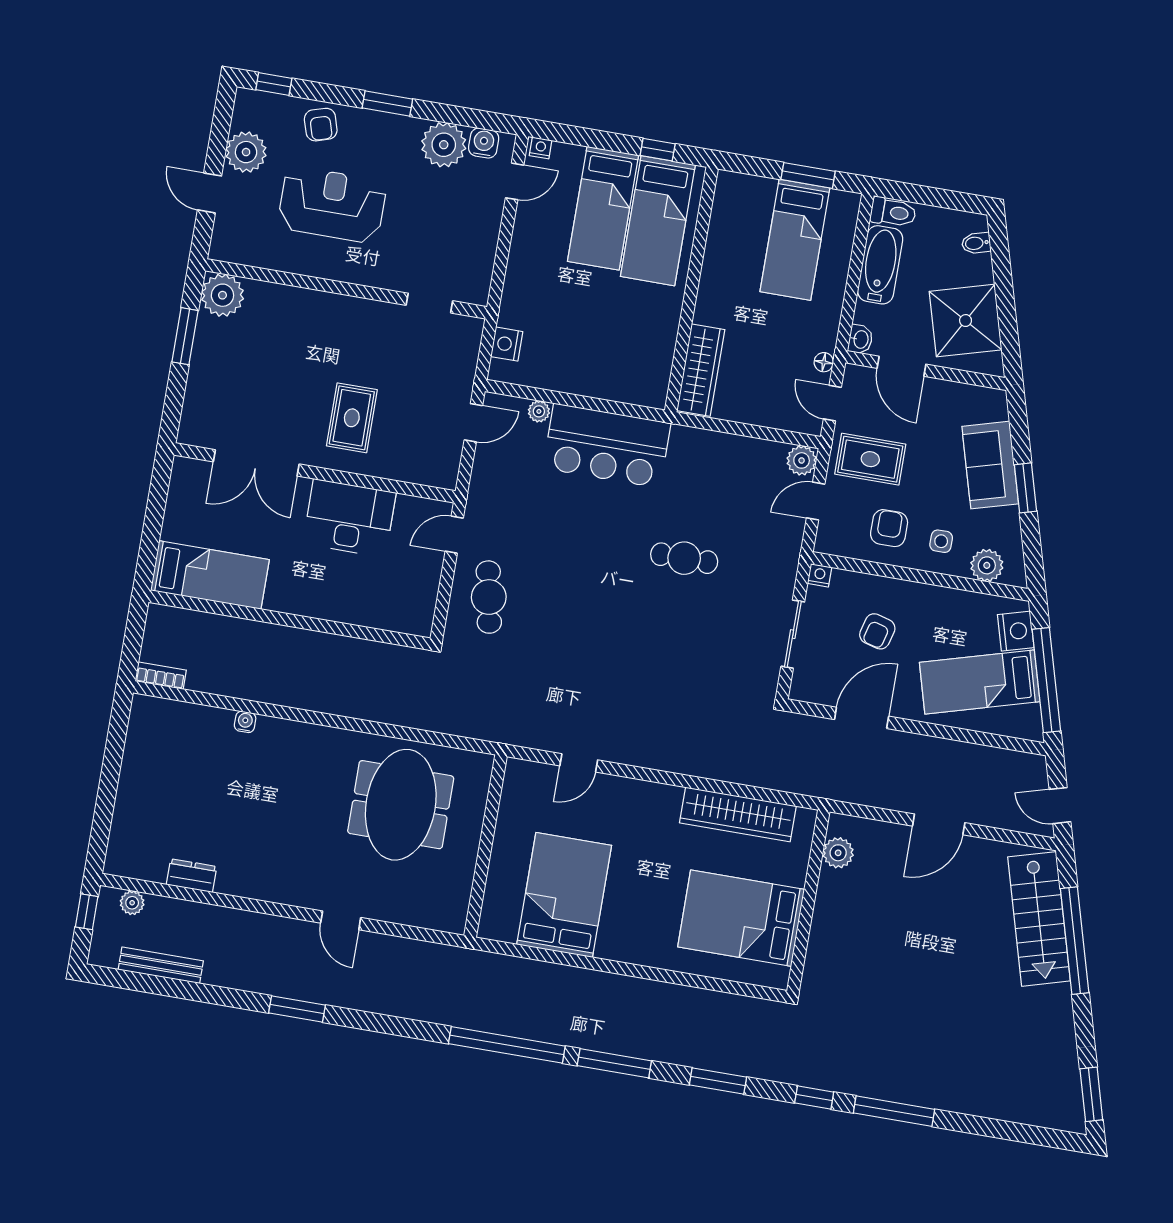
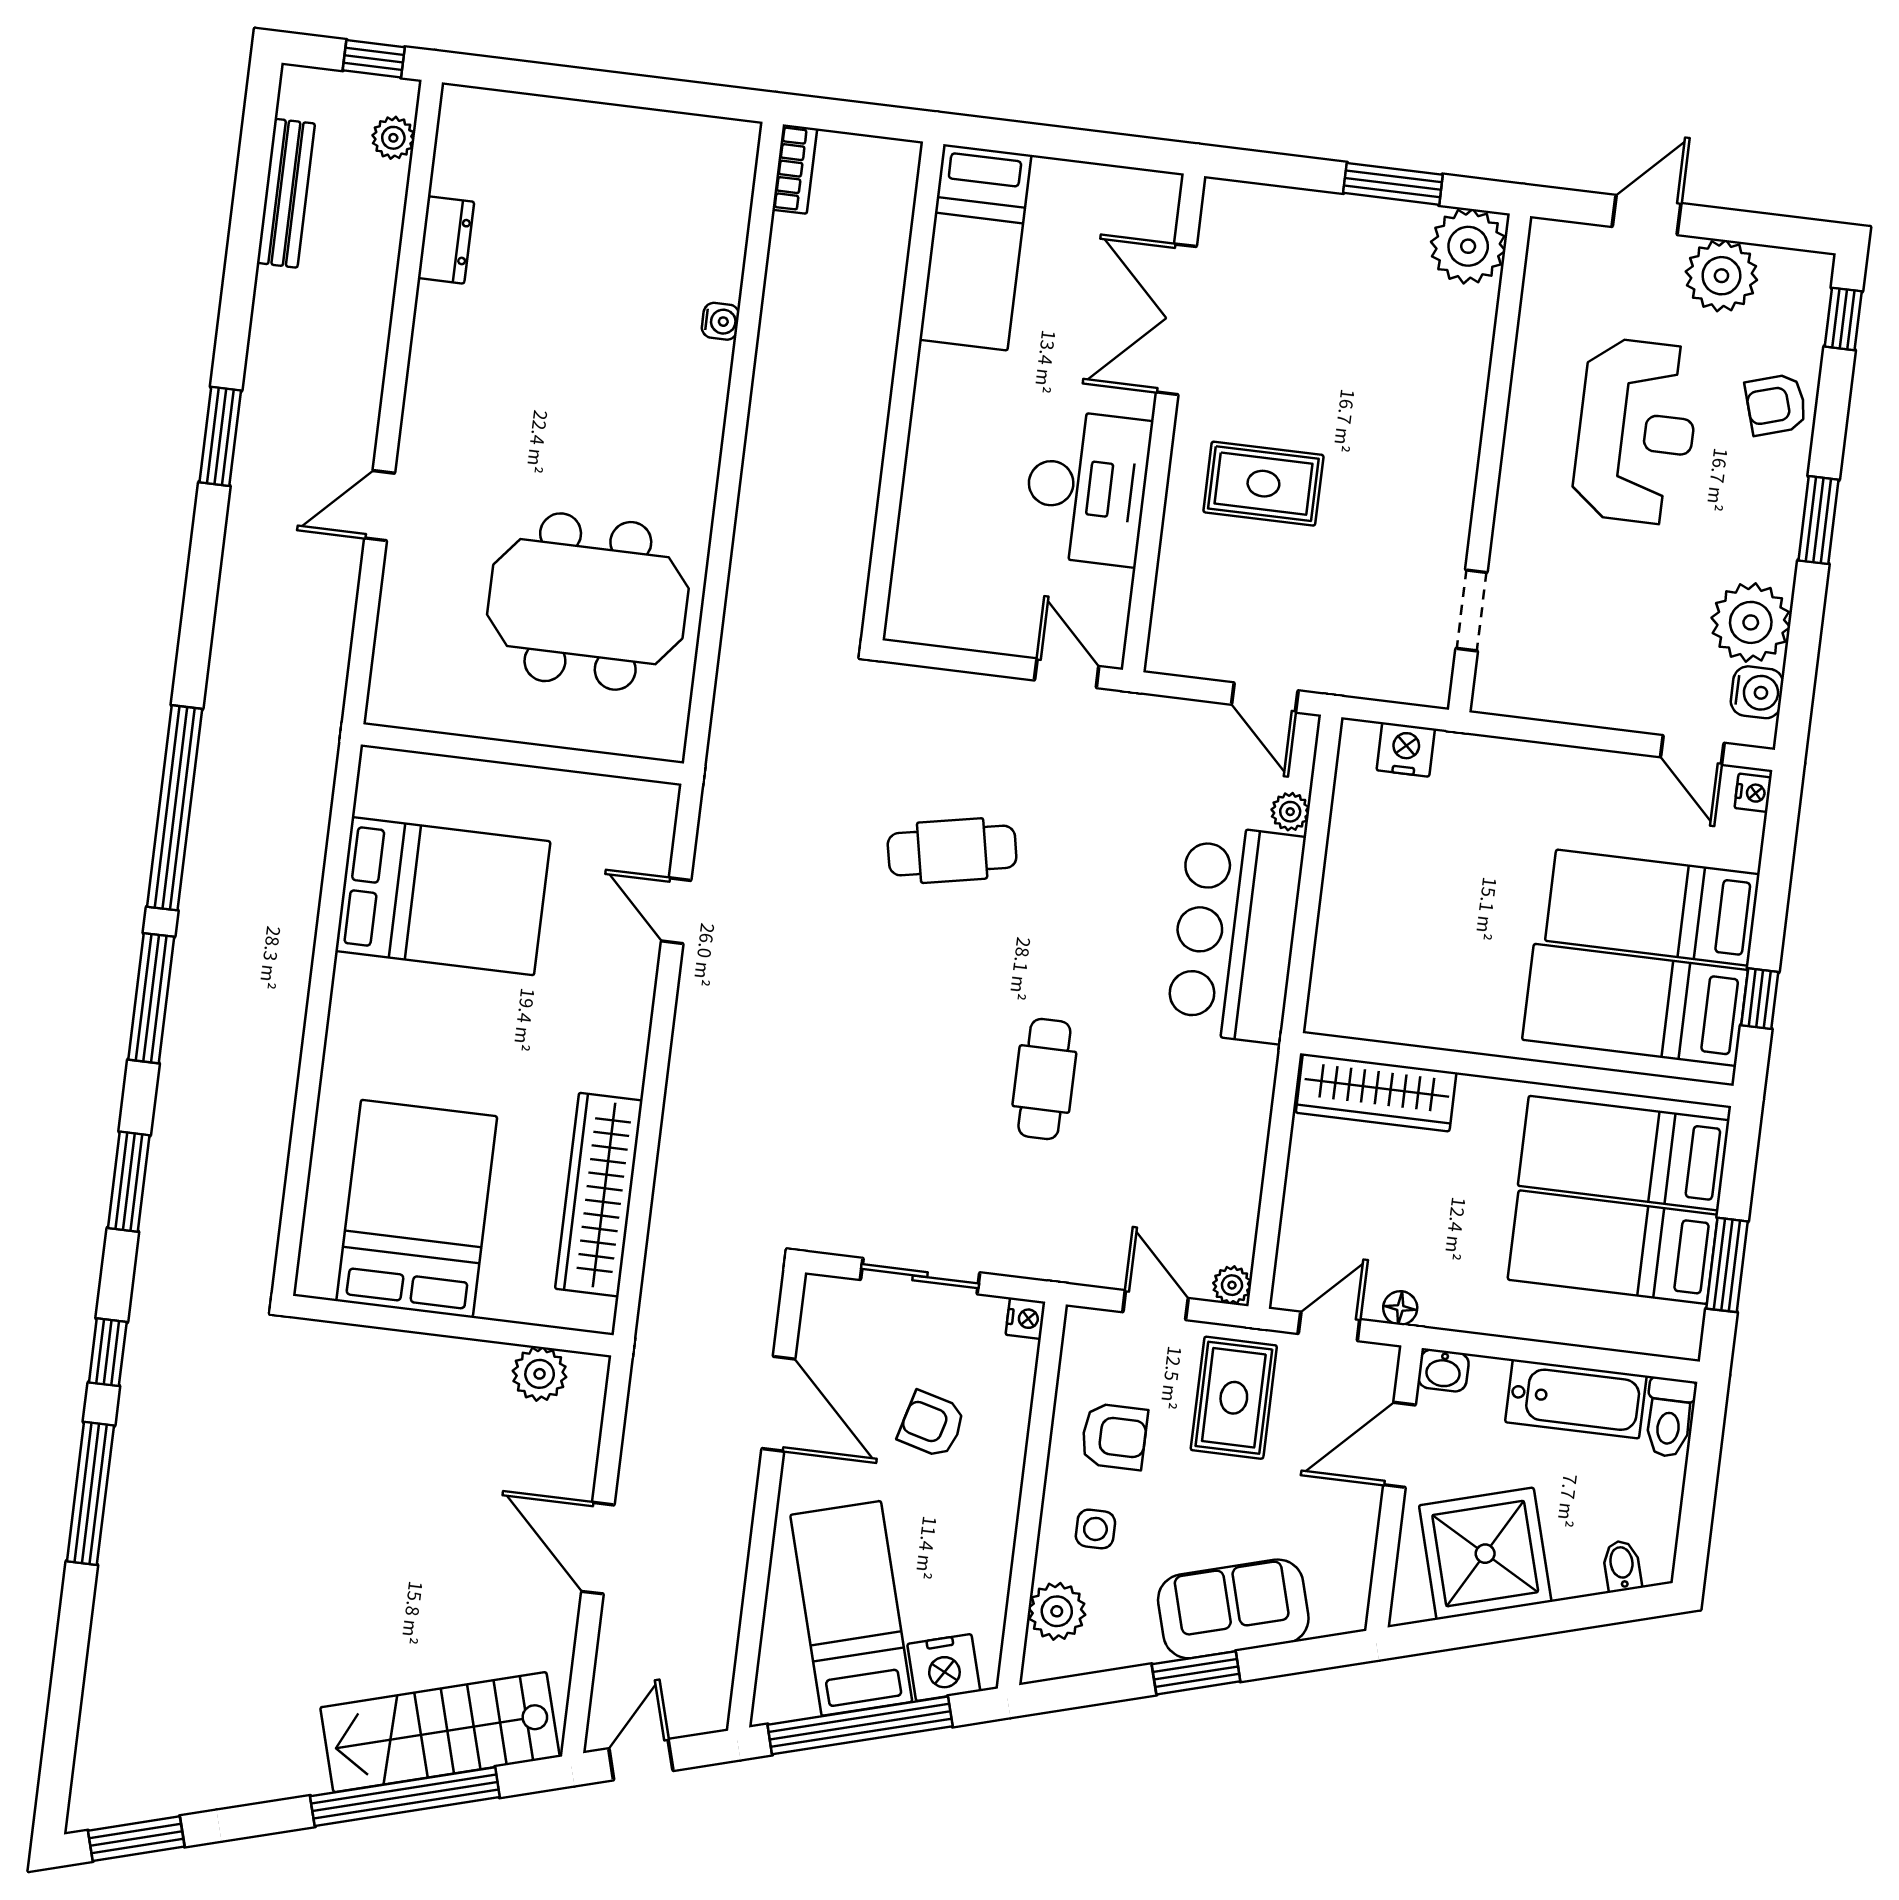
bed: (742, 231) -> (1624, 1153), added
plant: (802, 460) -> (1232, 1285), width x0.73, depth x0.73
cafe table: (489, 597) -> (952, 851), moved

